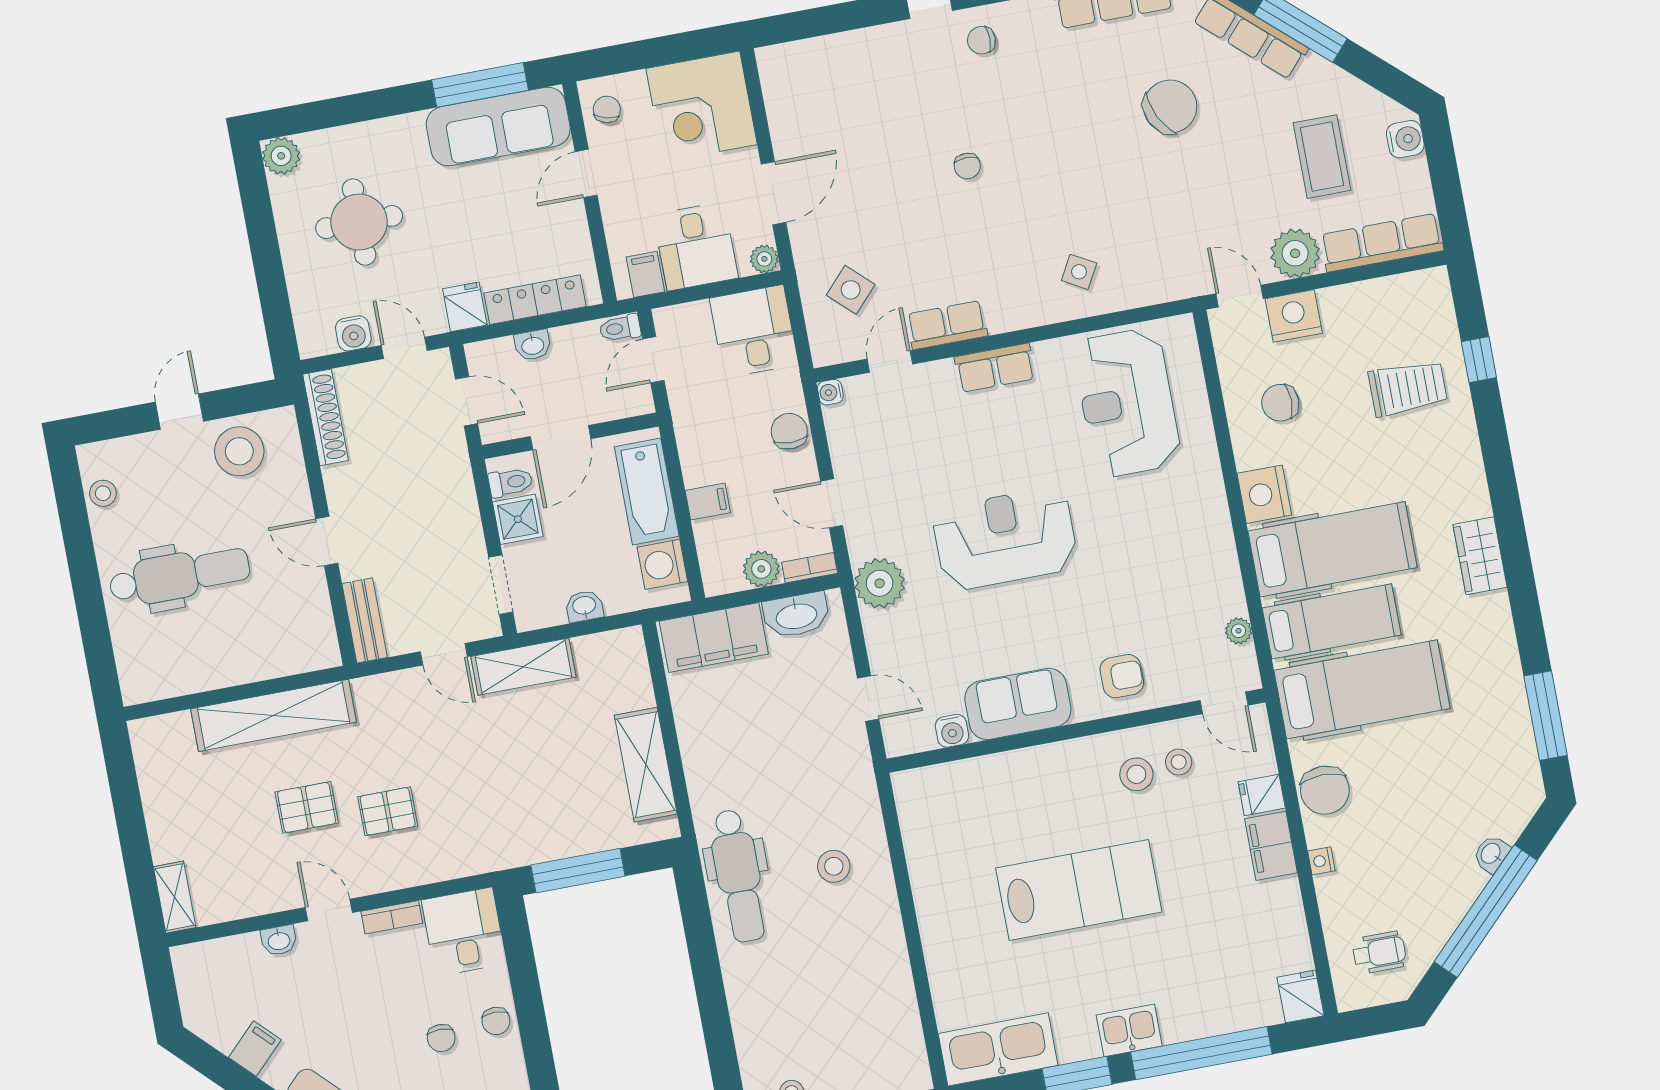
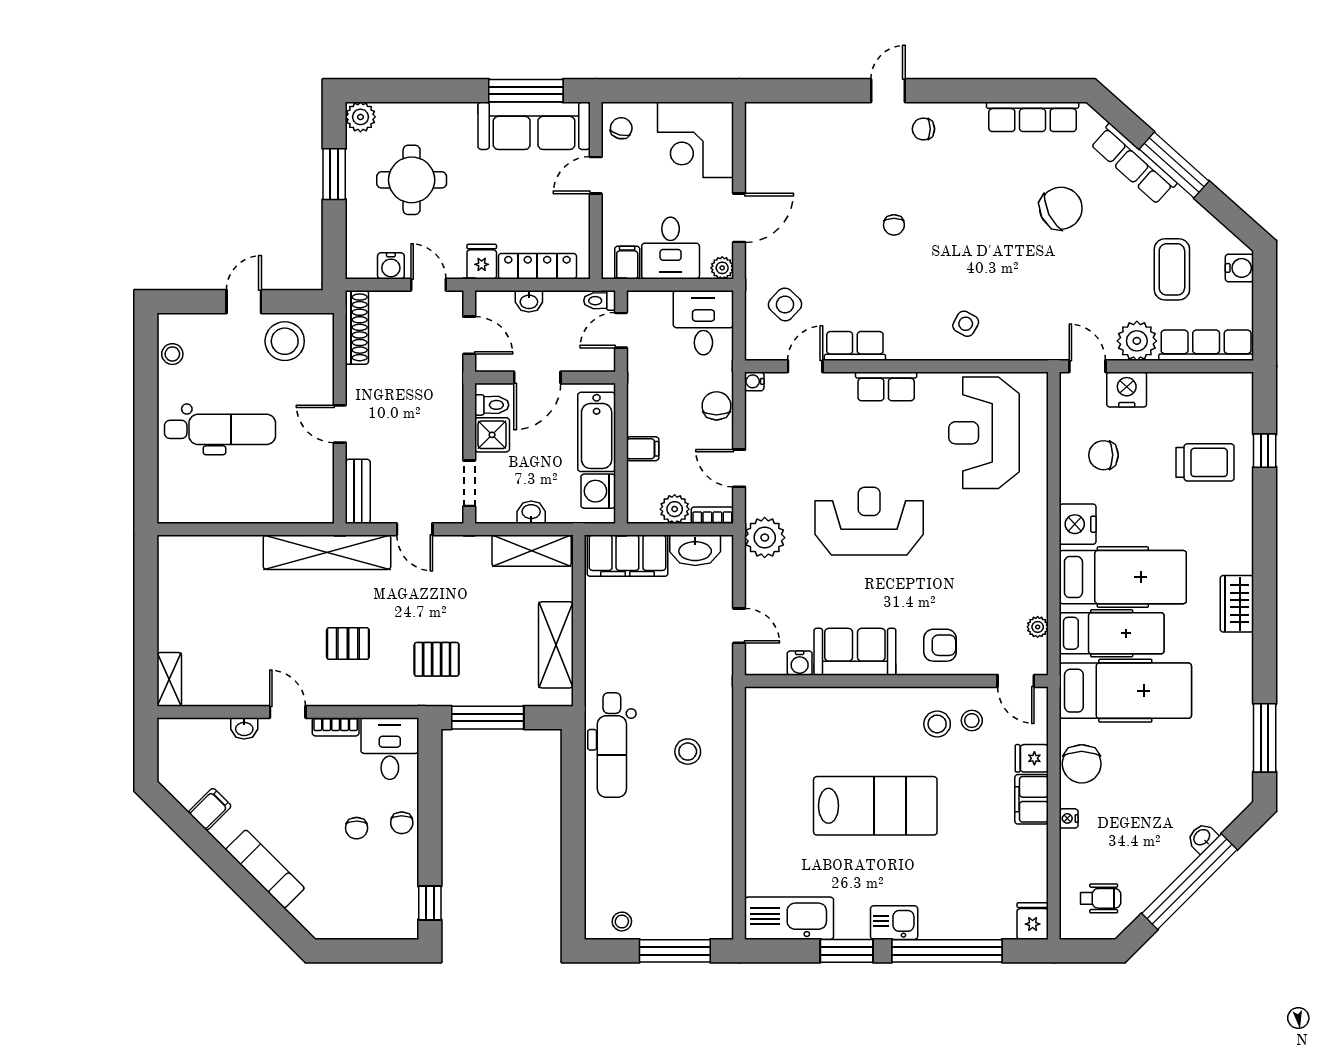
window: (262, 233) -> (334, 174), added
shelving: (523, 667) -> (532, 551), moved
shelving: (274, 715) -> (327, 552), moved
pallet: (307, 807) -> (437, 659), moved

